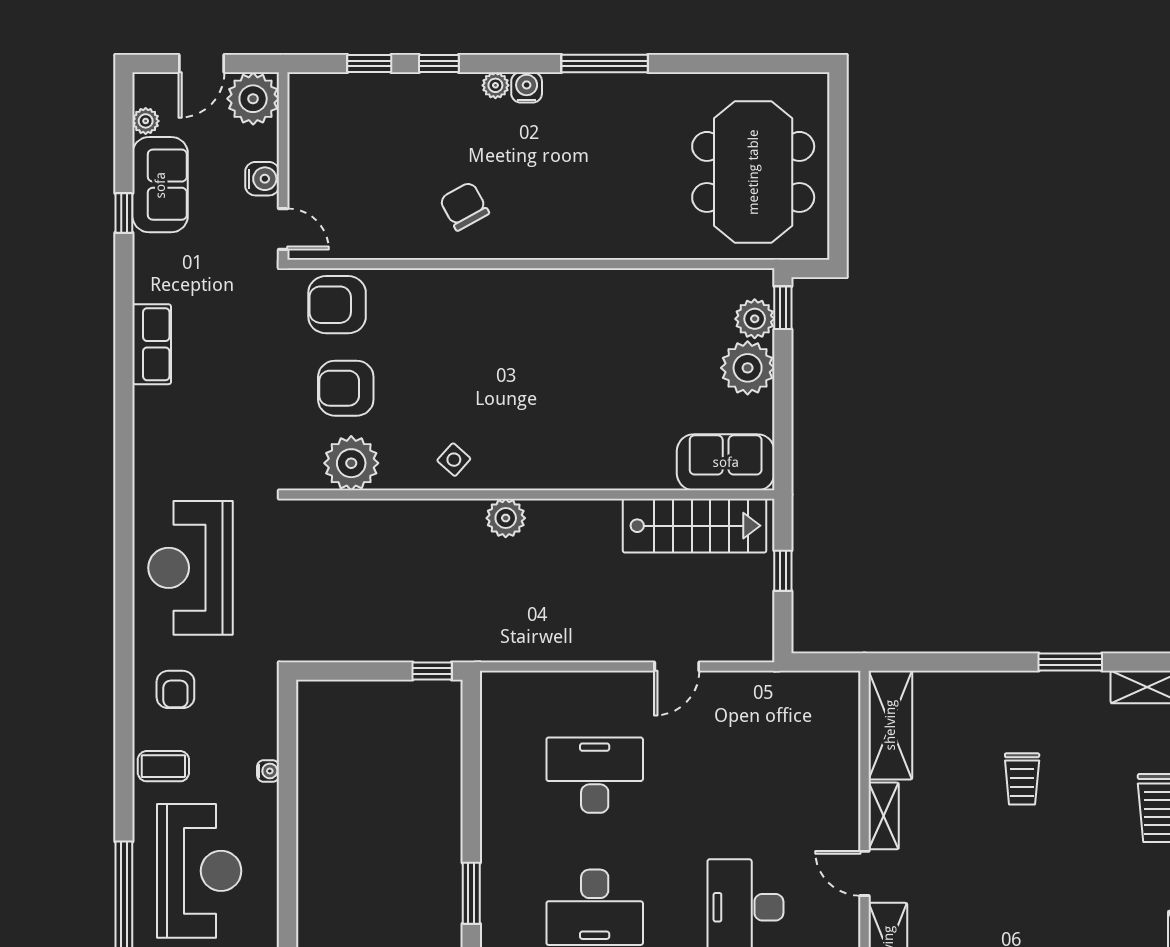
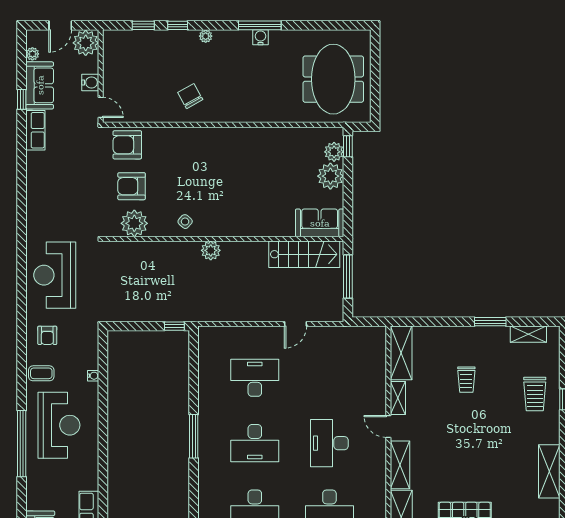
water cooler: (527, 87) -> (261, 37), moved
row of seats: (152, 344) -> (35, 130), moved
window: (783, 571) -> (348, 277), width x2.17
window: (471, 893) -> (194, 436), width x1.44

